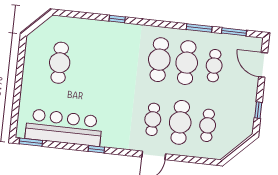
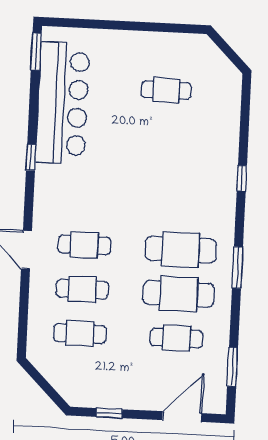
window: (199, 28) -> (237, 267), moved
cafe table: (60, 63) -> (166, 90), width x0.73, depth x0.74
cafe table: (180, 122) -> (82, 289), width x0.73, depth x0.74

